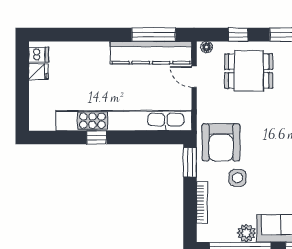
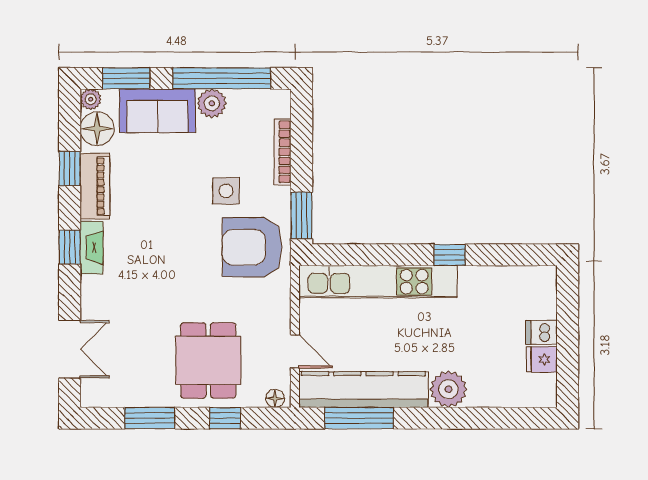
plant: (97, 53) -> (448, 389), added
dishwasher: (39, 55) -> (541, 332), moved
dining table: (249, 71) -> (208, 360), turned 90
kitchen unit: (124, 121) -> (378, 282), width x0.73
armchair: (221, 142) -> (252, 247), turned -90

